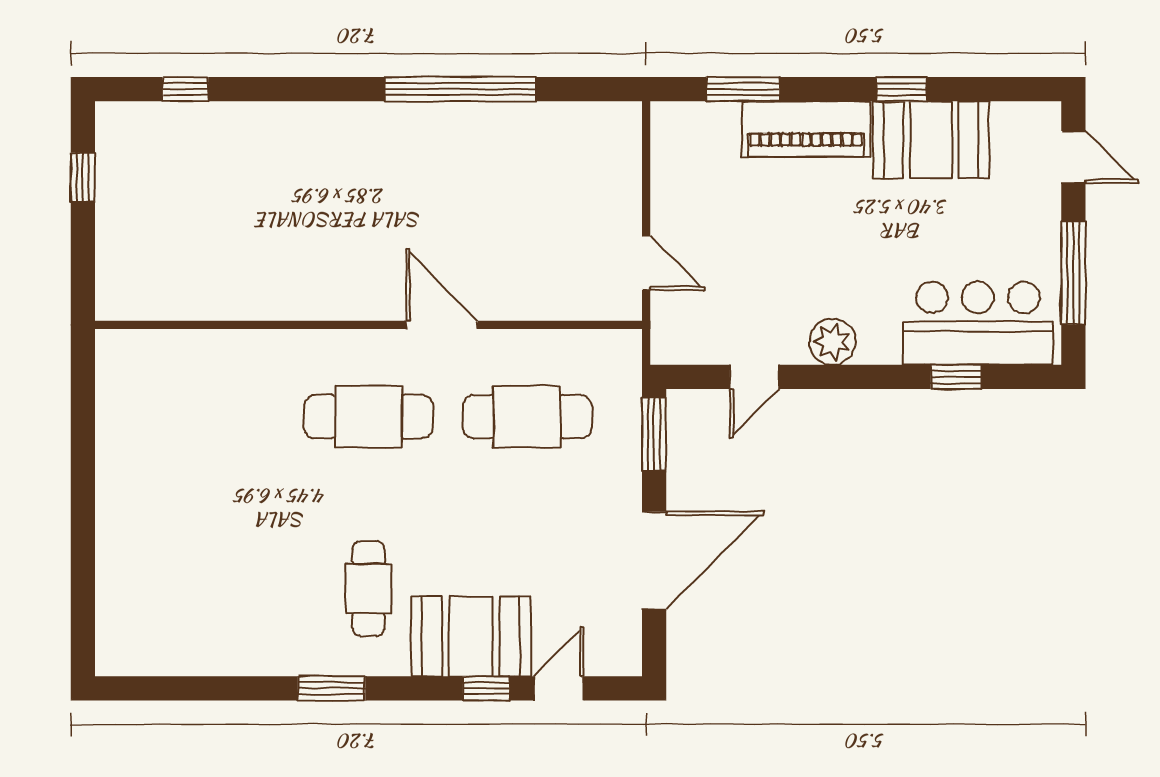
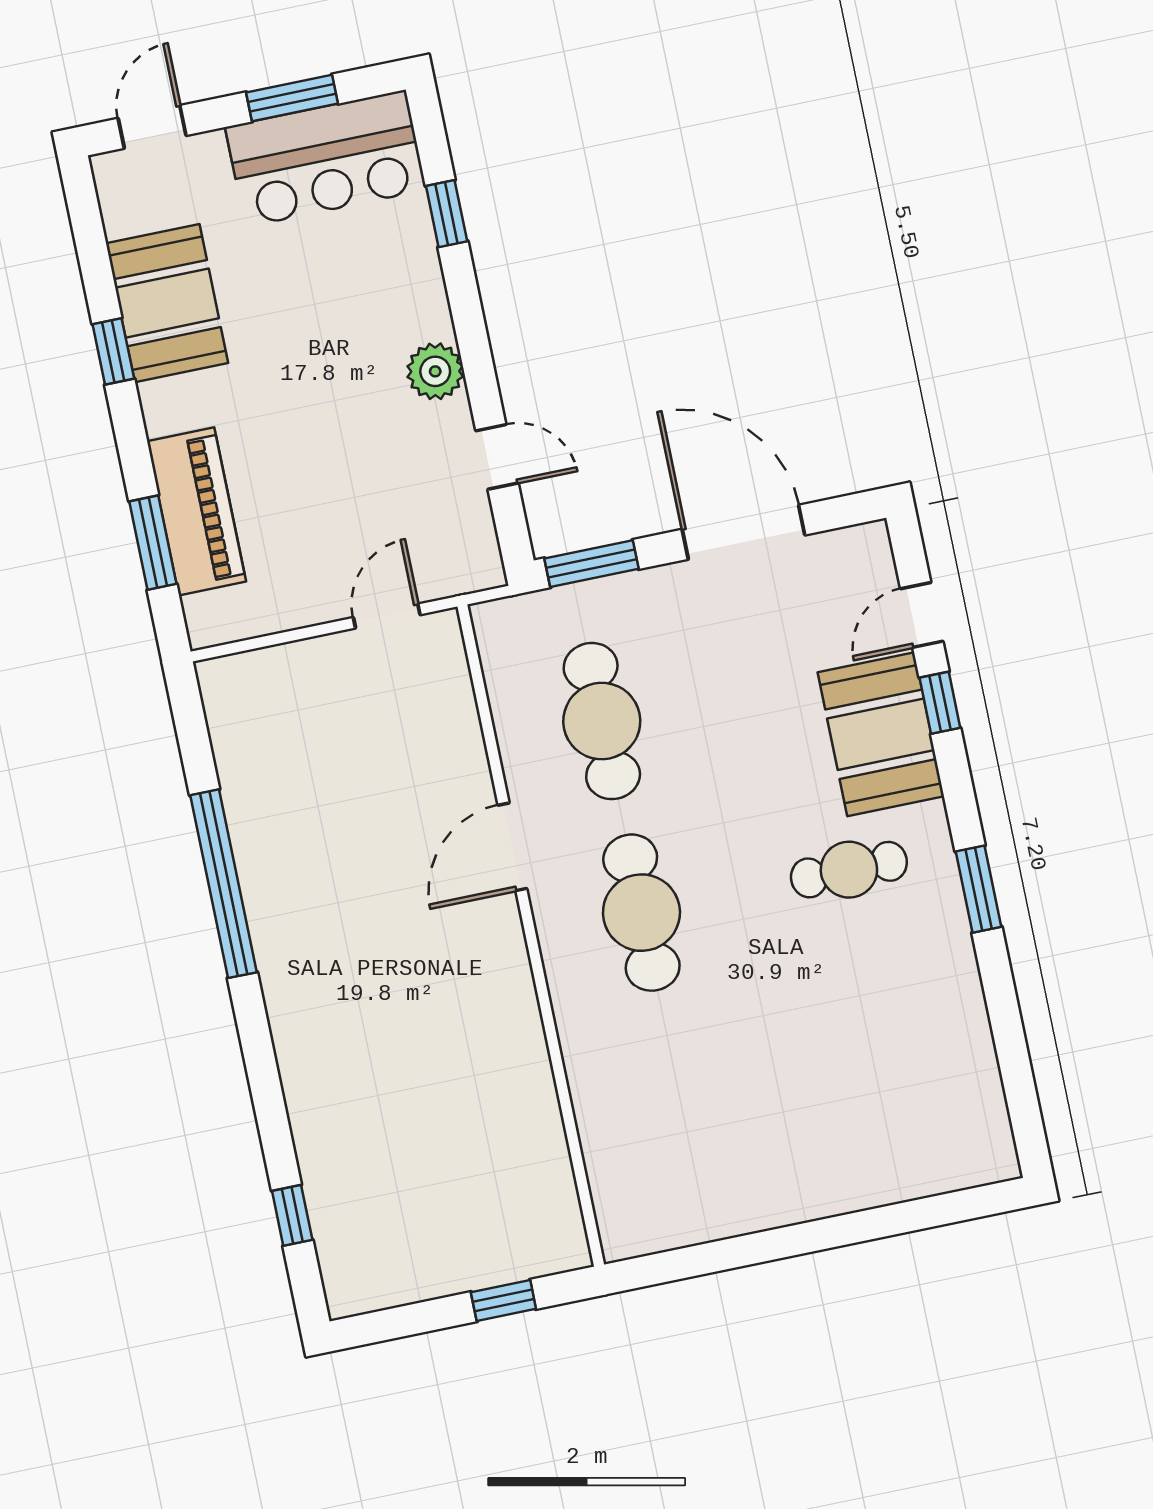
piano: (806, 129) -> (196, 511), moved
window: (83, 177) -> (503, 1301), moved
window: (1073, 273) -> (292, 98), width x0.69
bar counter: (978, 323) -> (326, 158), moved, turned -90
door: (559, 688) -> (922, 615), hinge flipped

